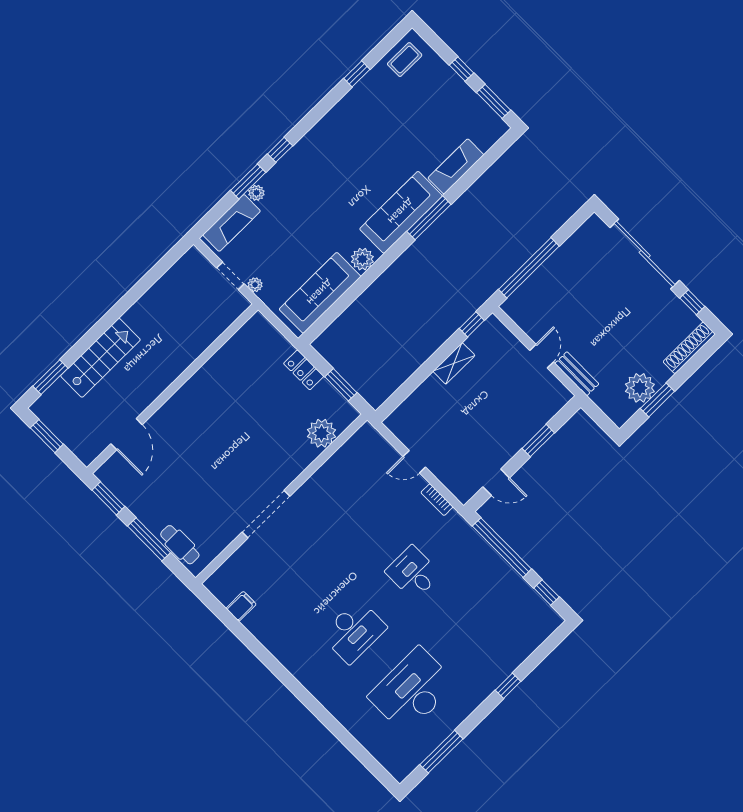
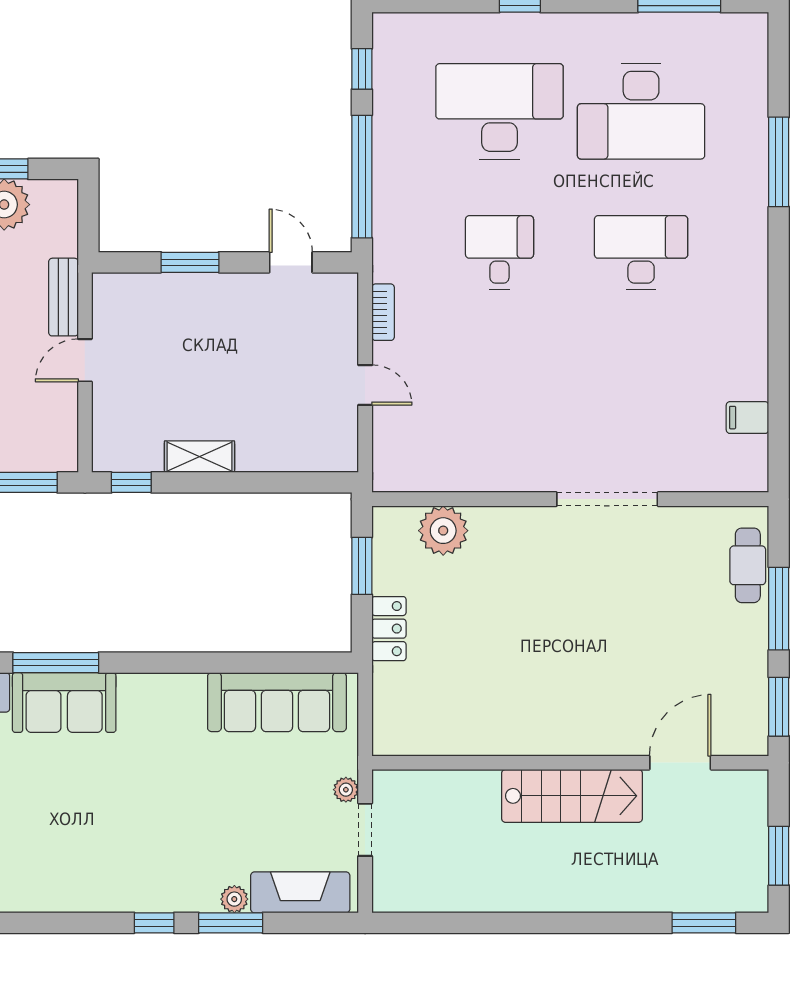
sofa: (401, 212) -> (64, 703), width x0.73
plant: (362, 259) -> (185, 692), removed
stairs: (100, 358) -> (572, 796), moved, turned 180
desk: (413, 573) -> (499, 252), turned 180
desk: (471, 632) -> (499, 111), added
window: (334, 726) -> (779, 162), added

